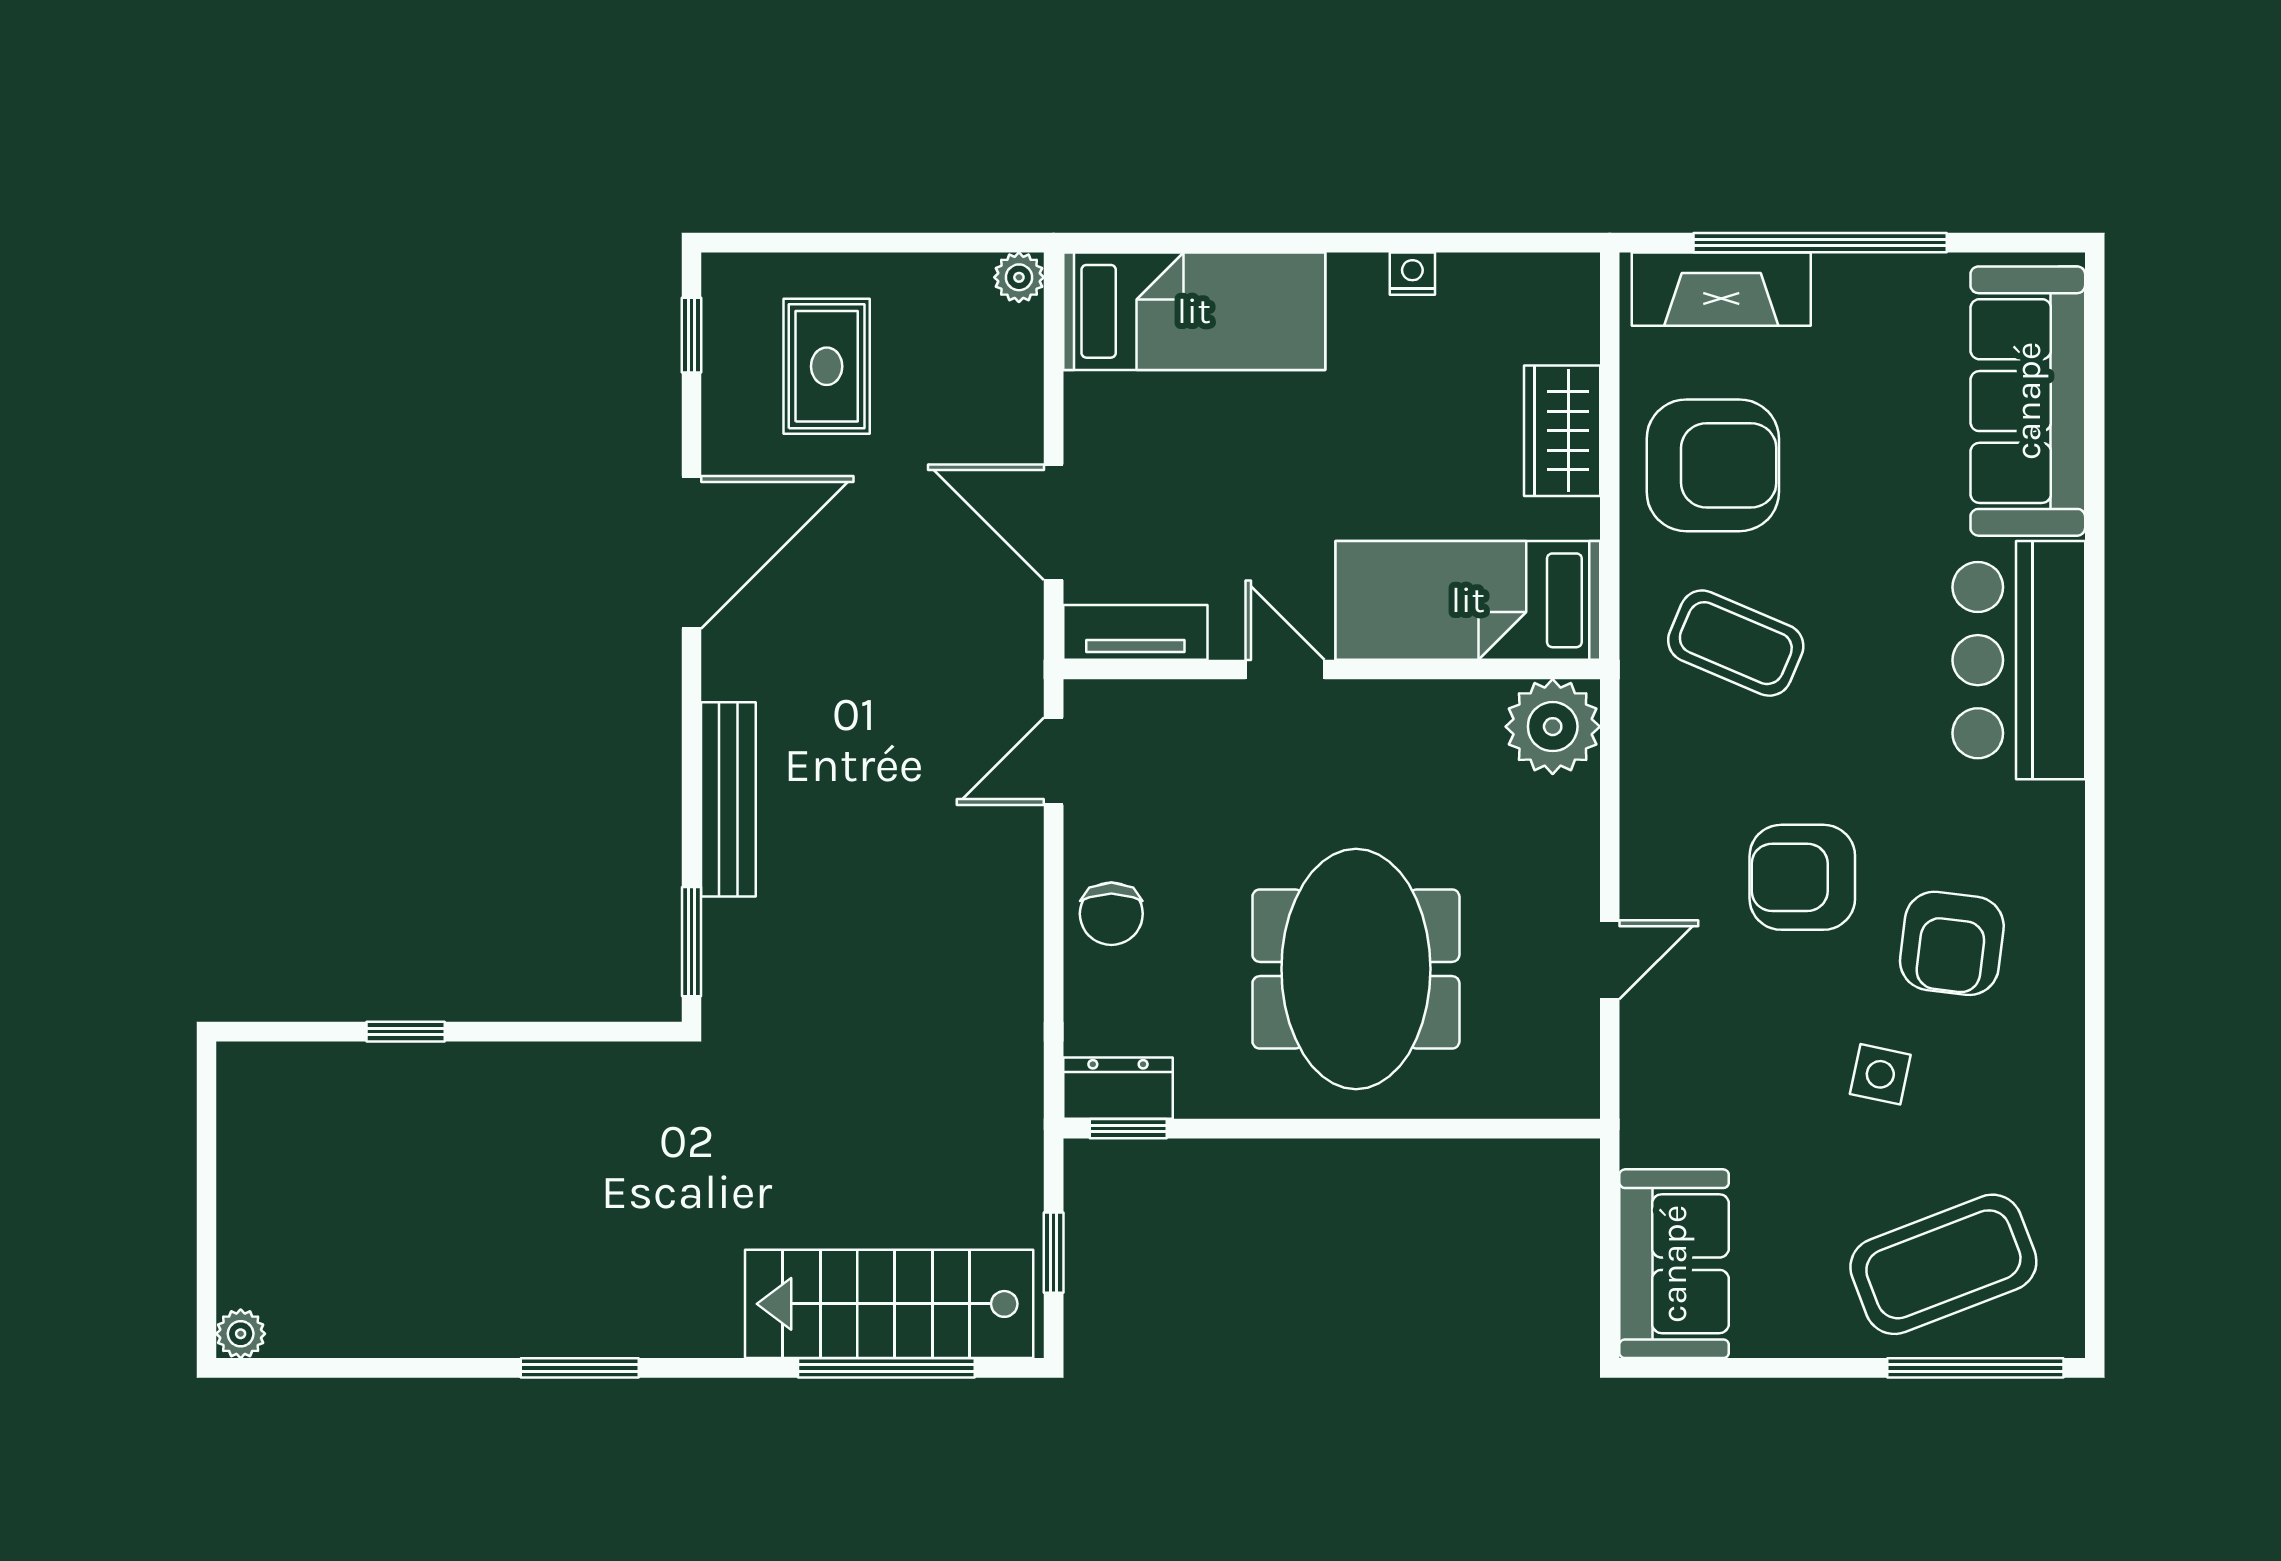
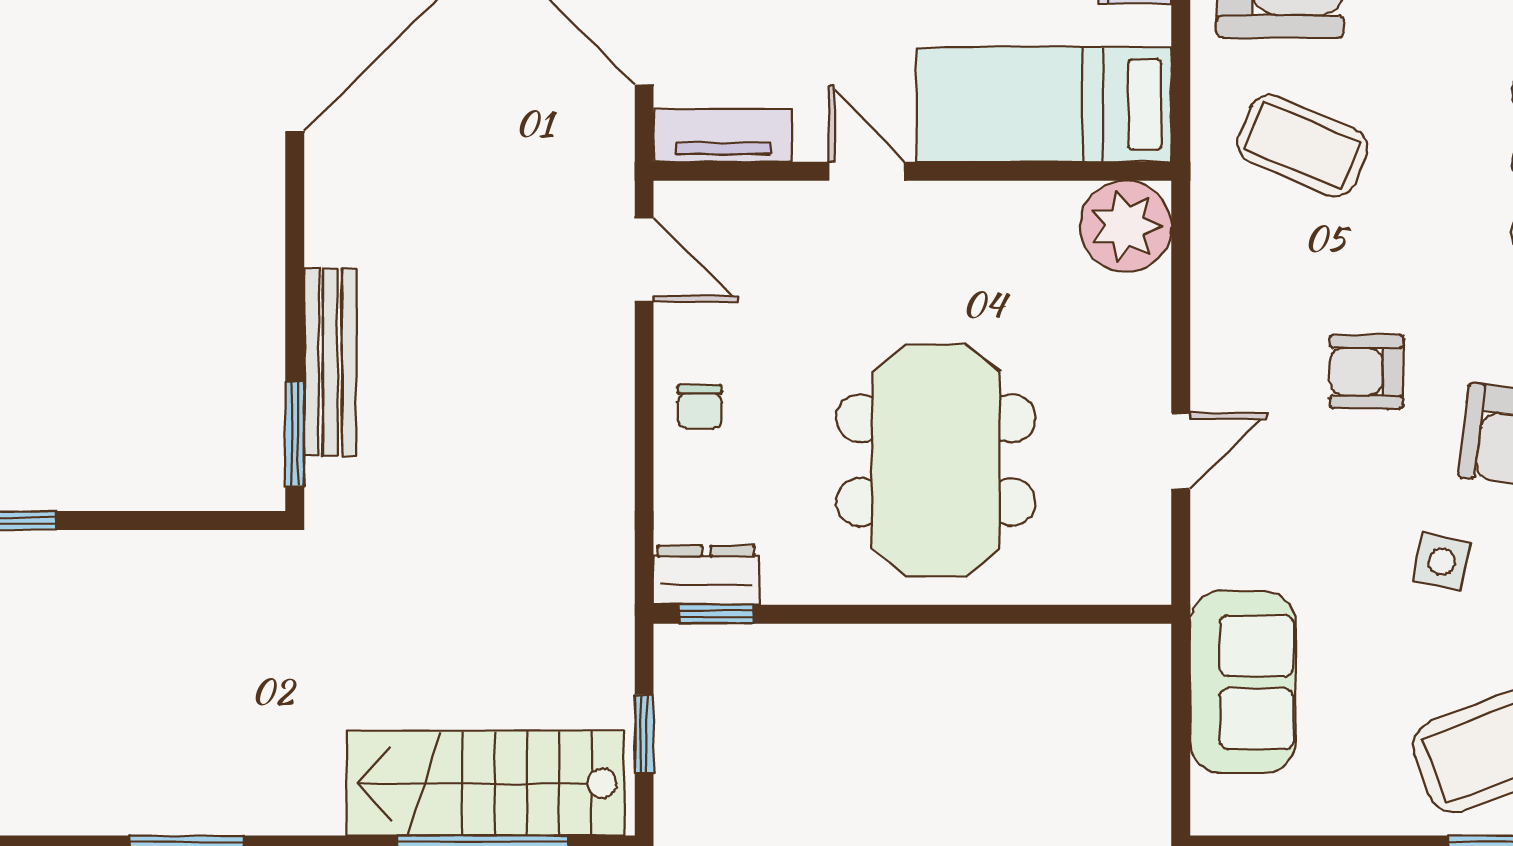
door: (1054, 761) -> (644, 260), swing flipped
bench: (728, 799) -> (330, 362), moved
armchair: (1802, 877) -> (1367, 372), width x0.72, depth x0.72
chair: (1111, 914) -> (700, 407), width x0.73, depth x0.73
sofa: (1674, 1264) -> (1243, 682), moved

